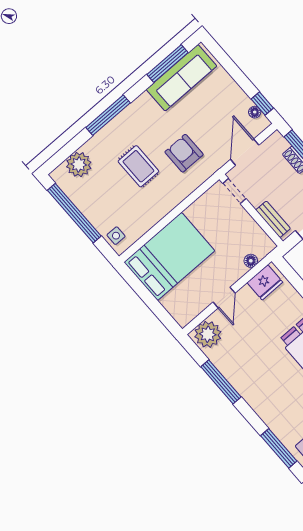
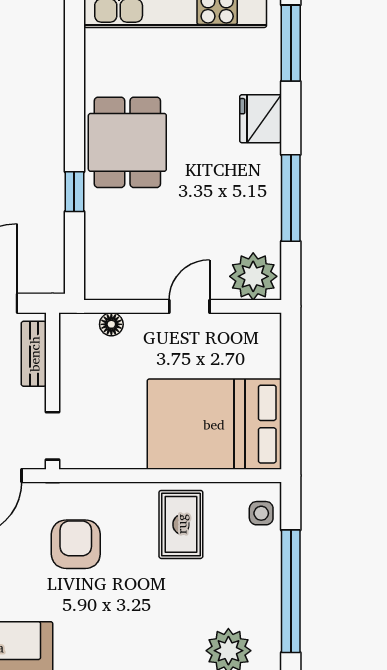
armchair: (184, 153) -> (76, 544), turned 180
rug: (138, 166) -> (181, 524), moved
fridge: (265, 282) -> (261, 119), moved, turned -90

